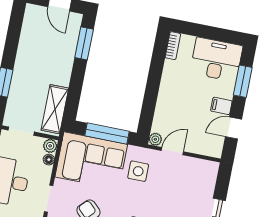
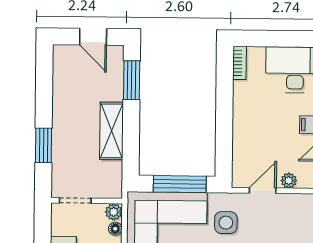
shelving: (55, 109) -> (112, 131), moved
plant: (155, 139) -> (289, 181), moved

